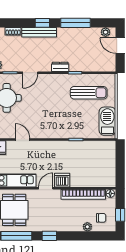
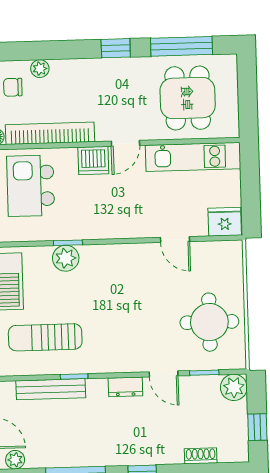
bench: (39, 32) -> (51, 389), moved
dresser: (60, 67) -> (125, 387), moved
door: (30, 73) -> (164, 374), swing flipped
plant: (77, 132) -> (66, 258), added
kitchen island: (94, 168) -> (31, 186), added

